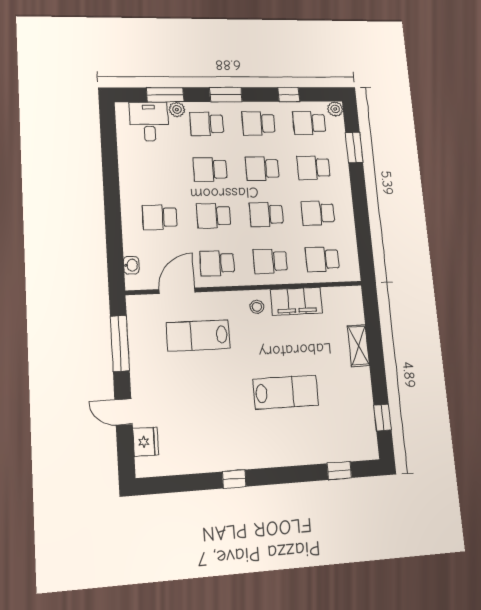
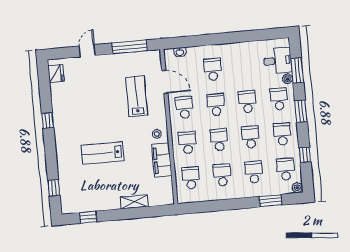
lab bench: (286, 392) -> (102, 153), turned 90
fridge: (146, 442) -> (56, 74), moved, turned -90

